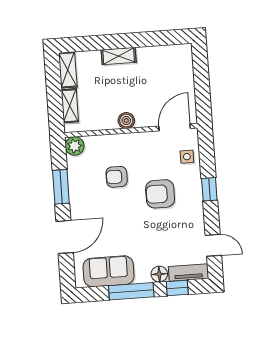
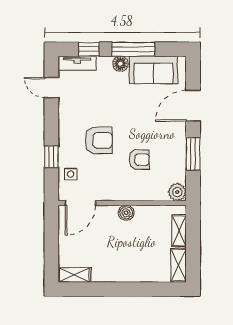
shelving: (119, 56) -> (74, 275), moved
window: (209, 189) -> (51, 157), moved
floor lamp: (159, 274) -> (120, 64), moved

